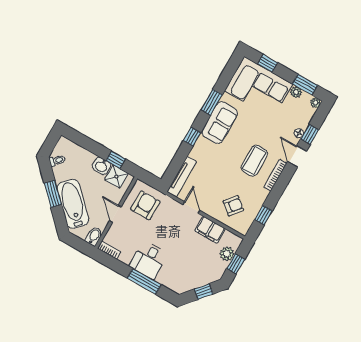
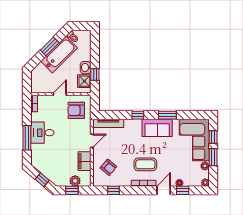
window: (305, 85) -> (213, 157), moved
bathtub: (73, 204) -> (59, 55), moved
armchair: (145, 205) -> (76, 110), turned 180
bidet: (94, 236) -> (37, 89), removed

